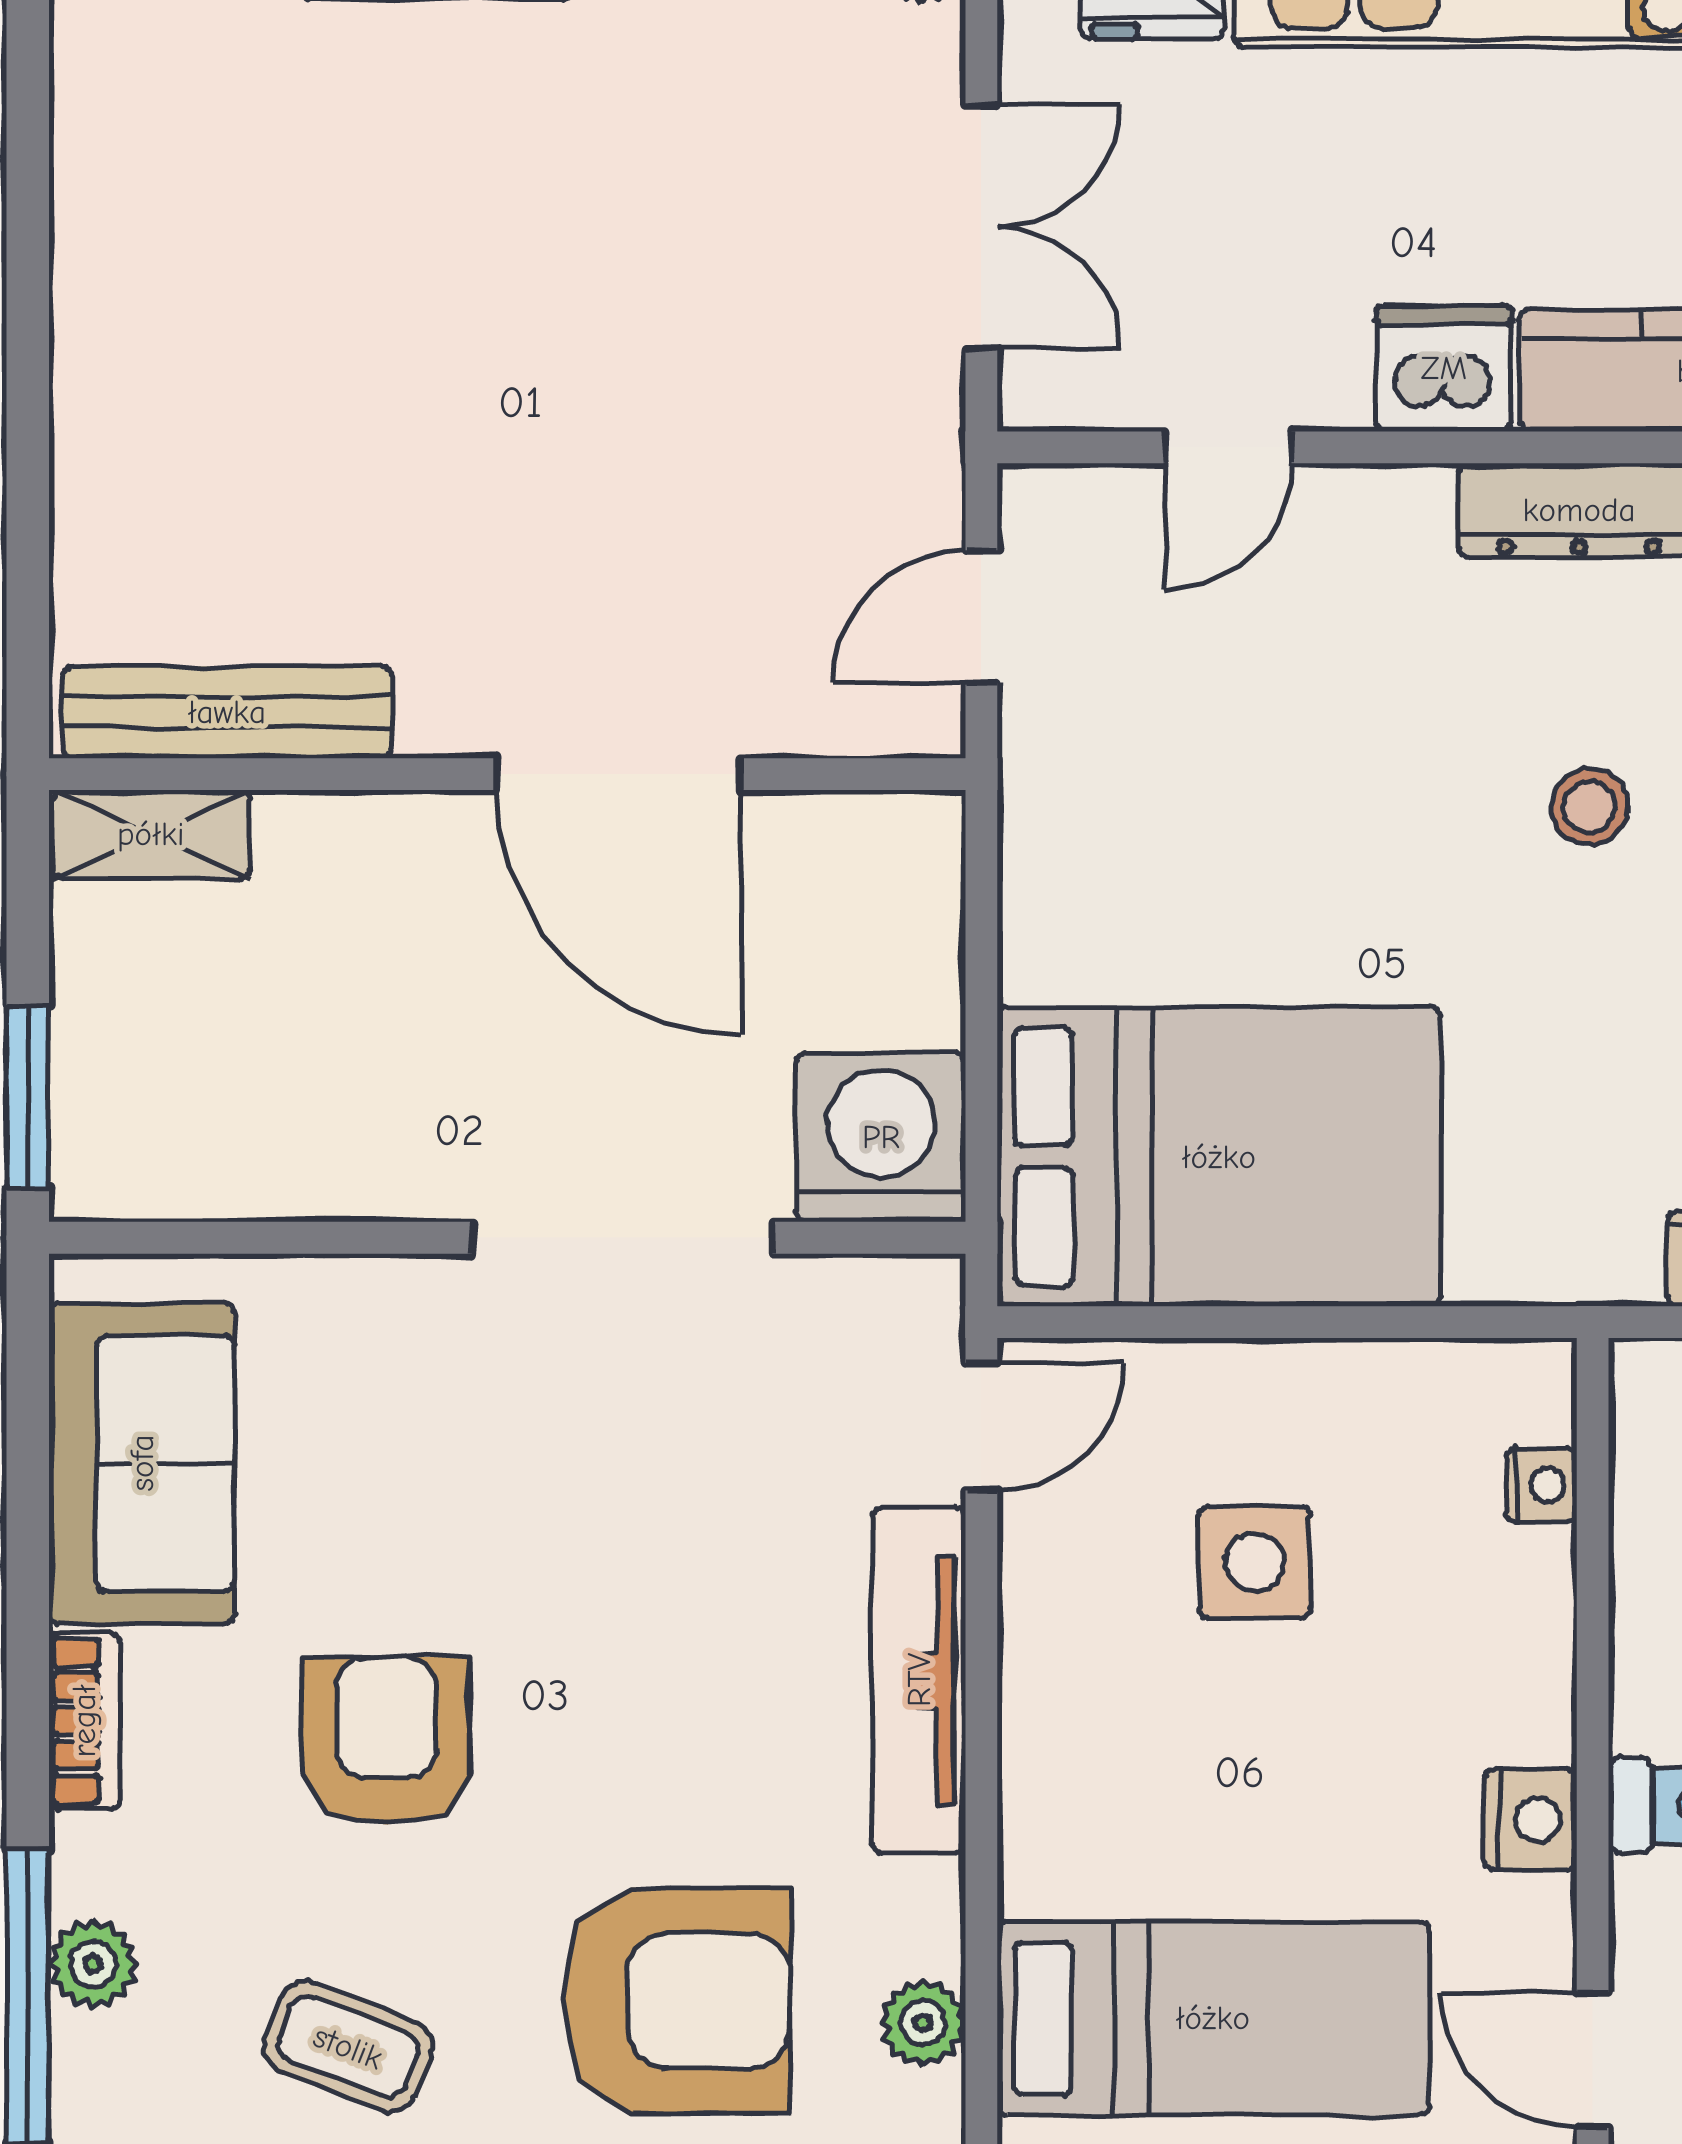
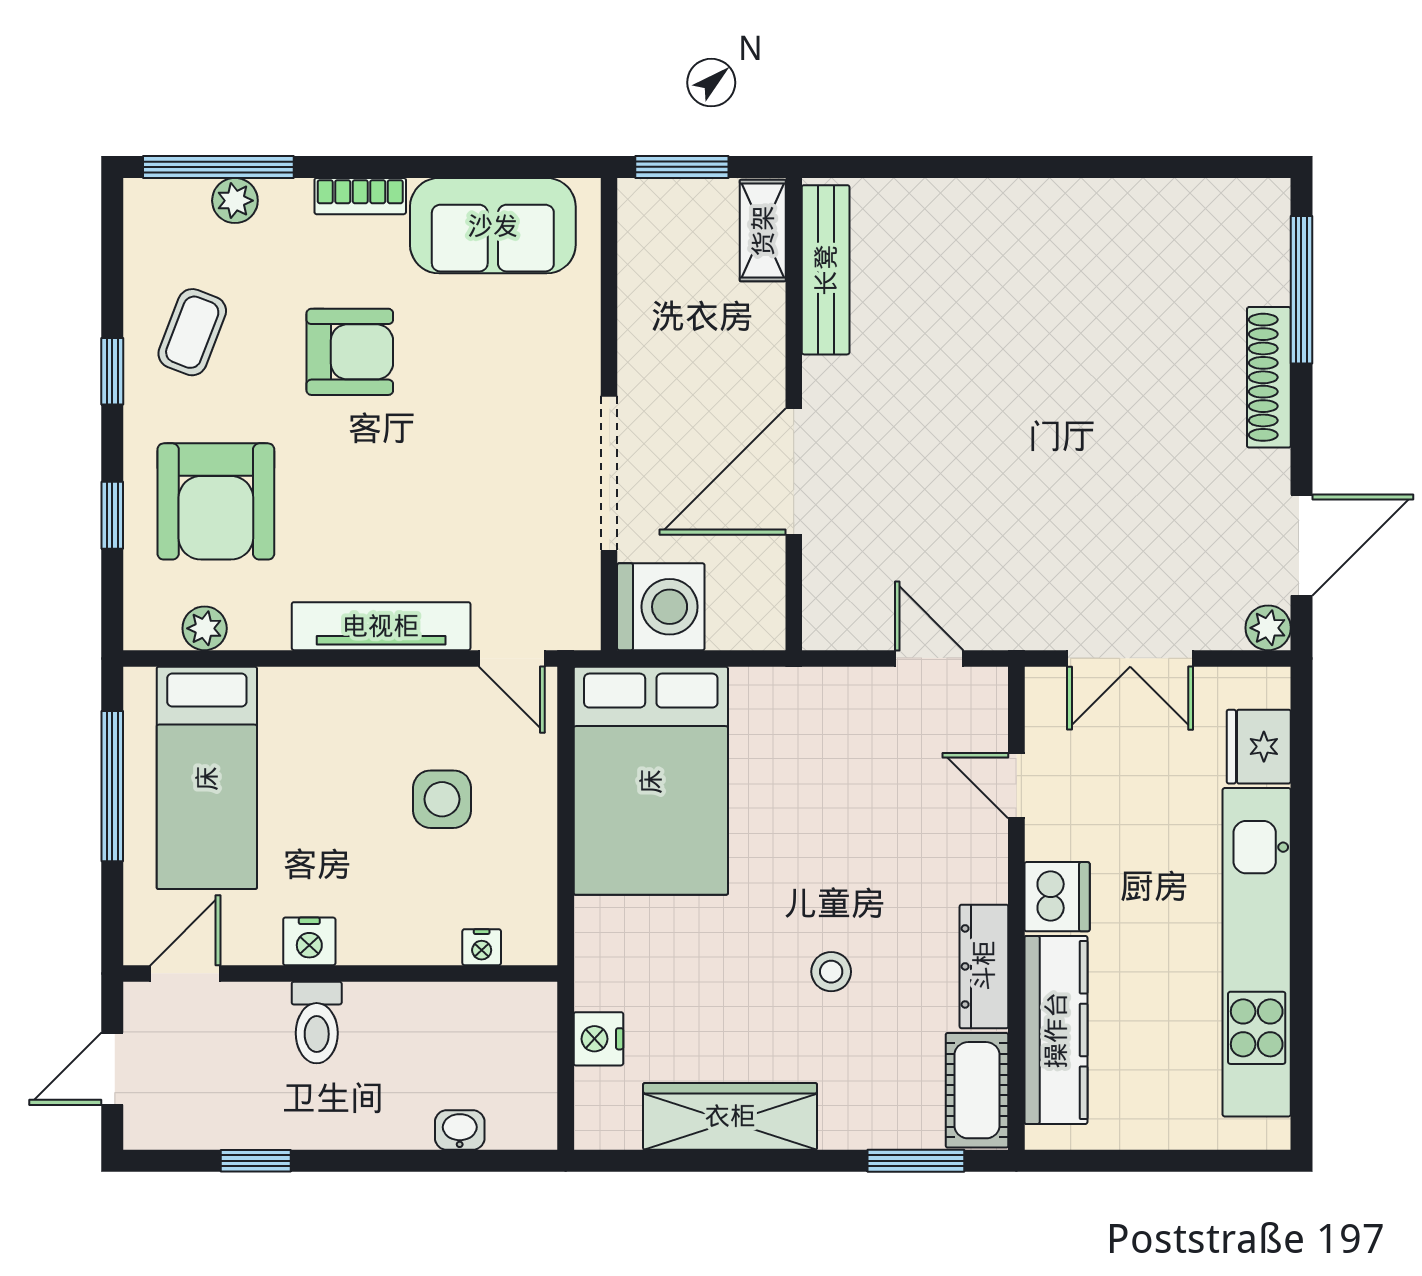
bench: (227, 712) -> (826, 270), moved
wall: (507, 774) -> (794, 414), moved
door: (618, 774) -> (794, 471), moved
shelving: (151, 834) -> (763, 231), moved

